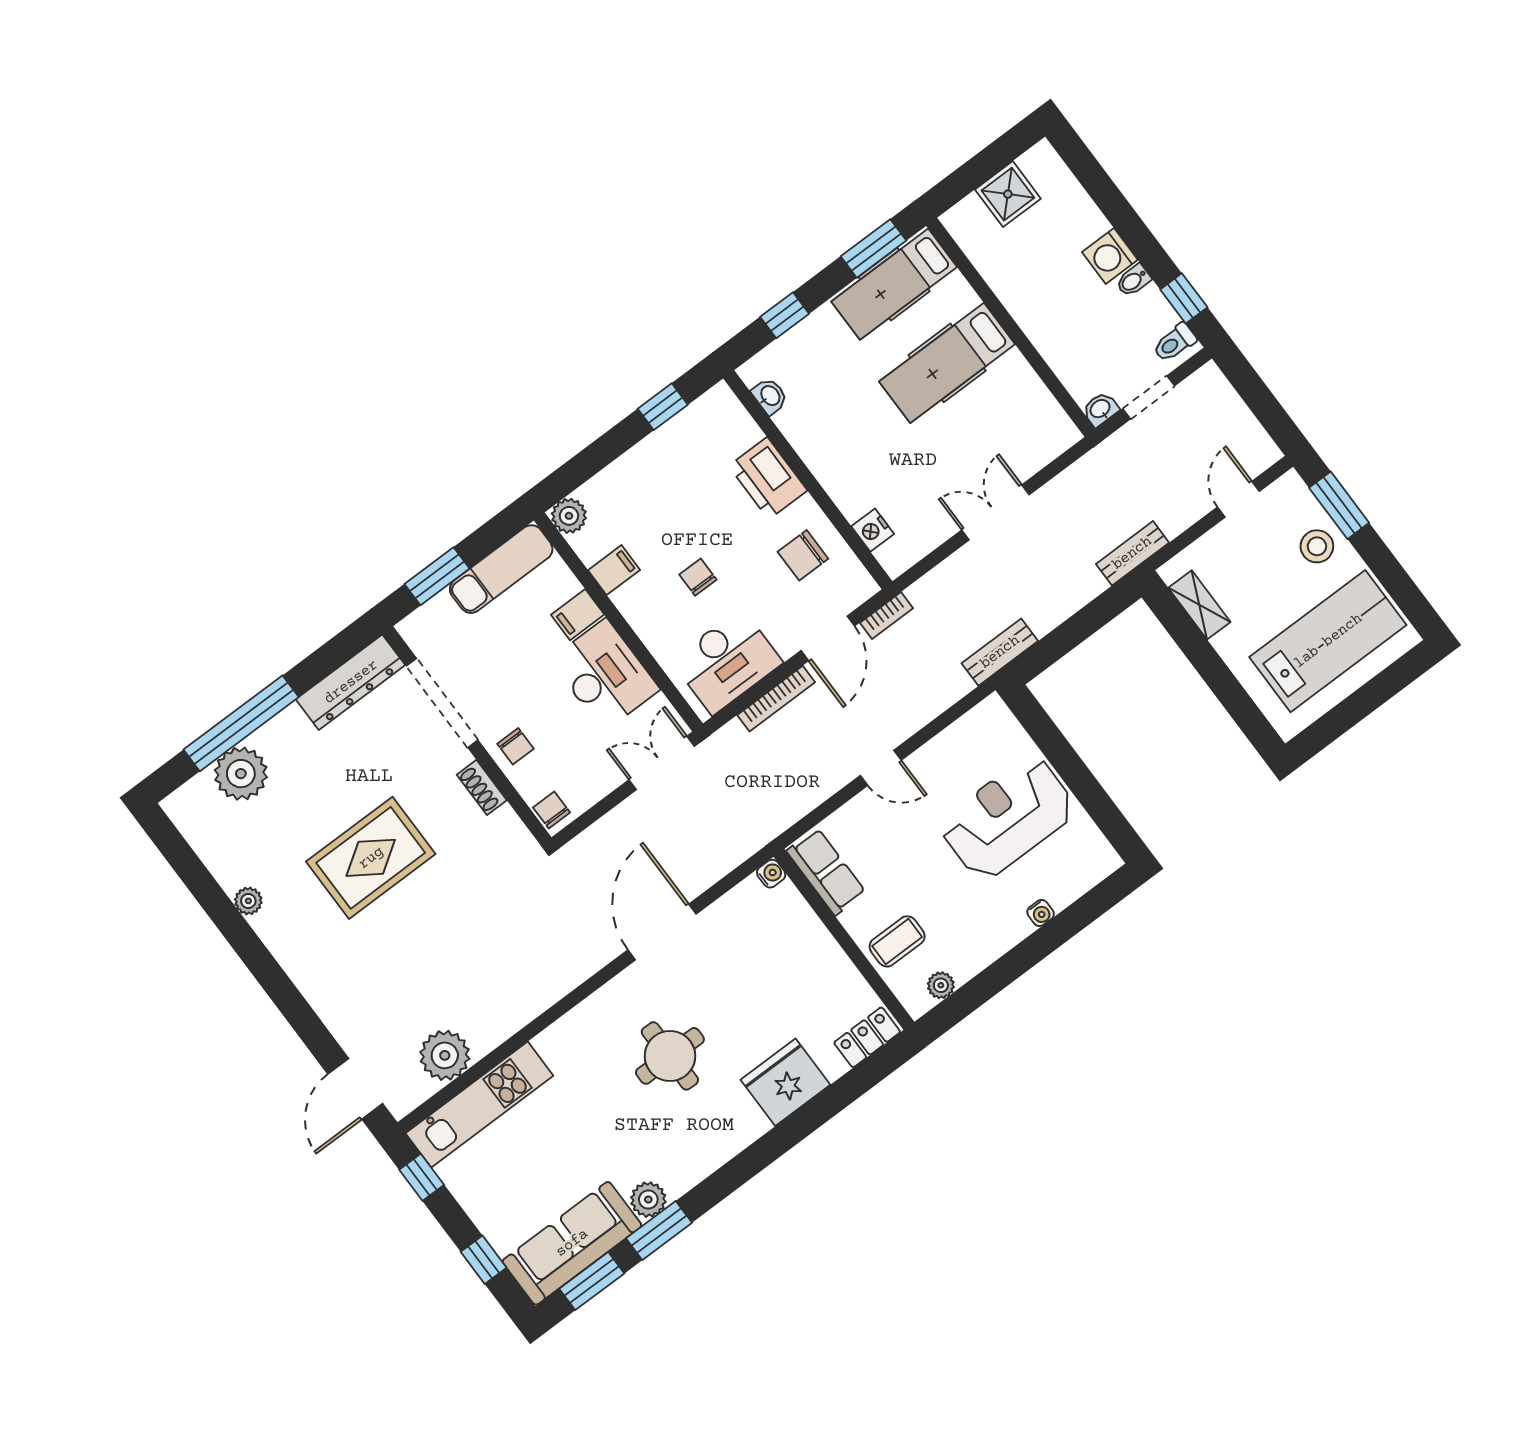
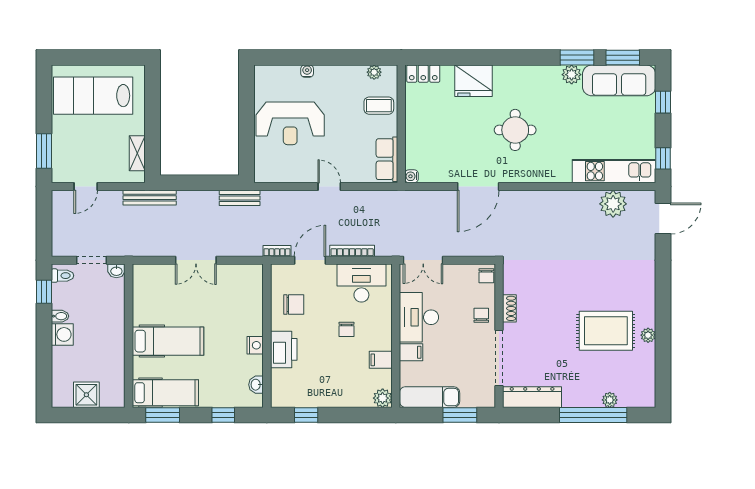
nightstand: (873, 530) -> (255, 345), moved
stool: (1317, 546) -> (67, 140), removed
bench: (1132, 553) -> (150, 198), width x1.36
plant: (241, 774) -> (610, 400), width x0.53, depth x0.53
rug: (371, 858) -> (606, 331), moved

